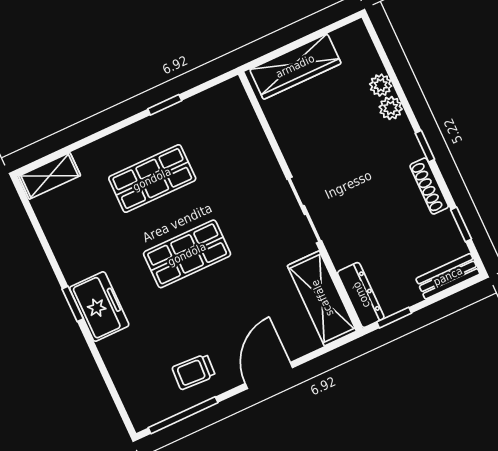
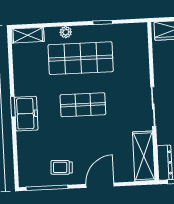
plant: (110, 146) -> (66, 32), added
shop shelf: (152, 179) -> (81, 58), width x1.43, depth x1.36

